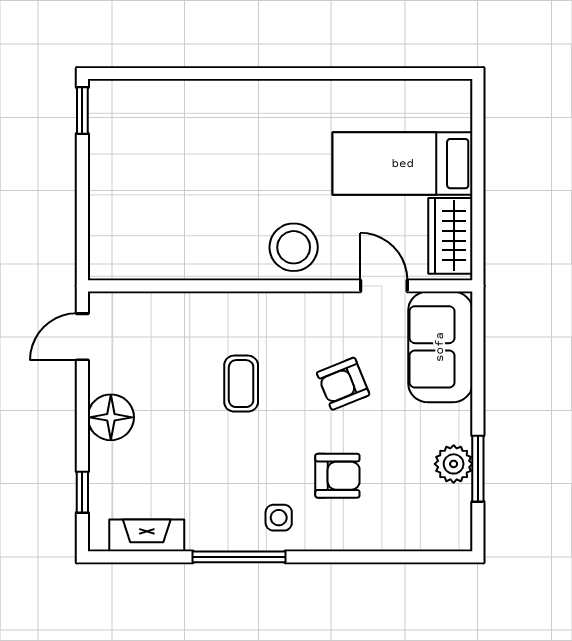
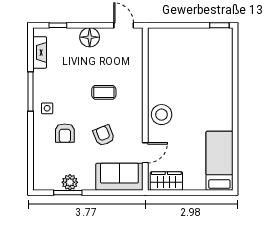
bed: (403, 164) -> (219, 161), moved

